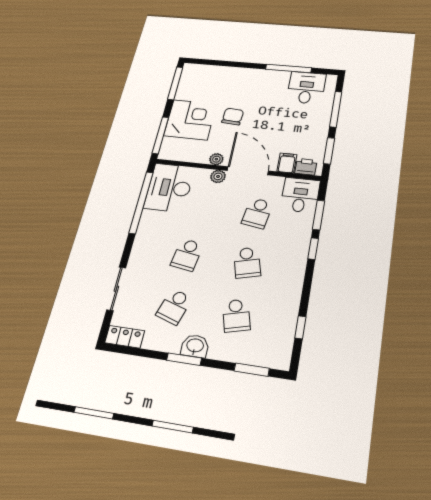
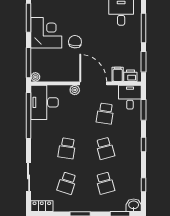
corner desk: (190, 120) -> (46, 33), moved
plant: (216, 159) -> (35, 77), moved
window: (313, 249) -> (143, 144), moved
washbasin: (195, 346) -> (134, 205), moved

